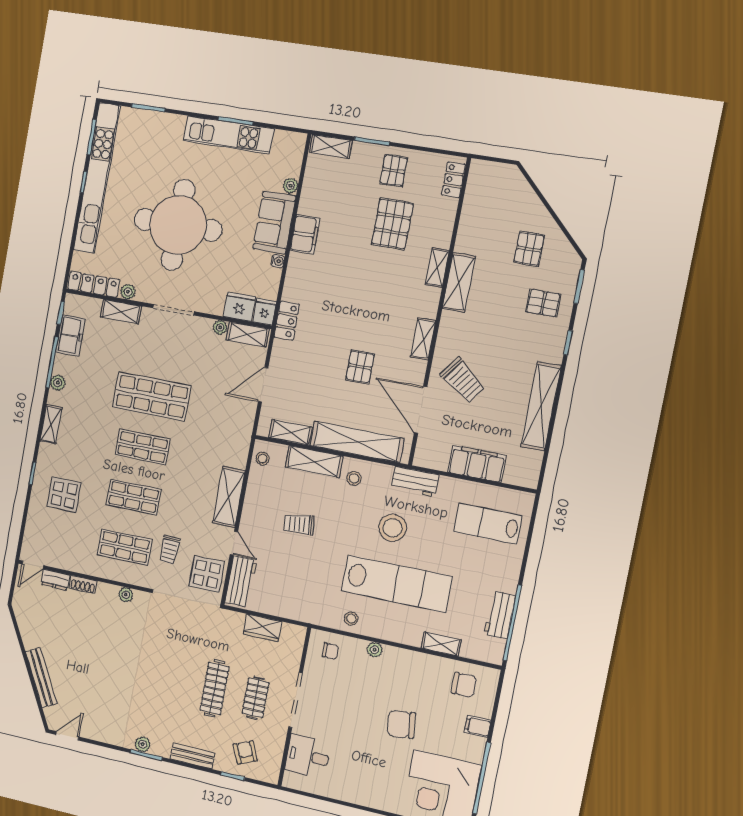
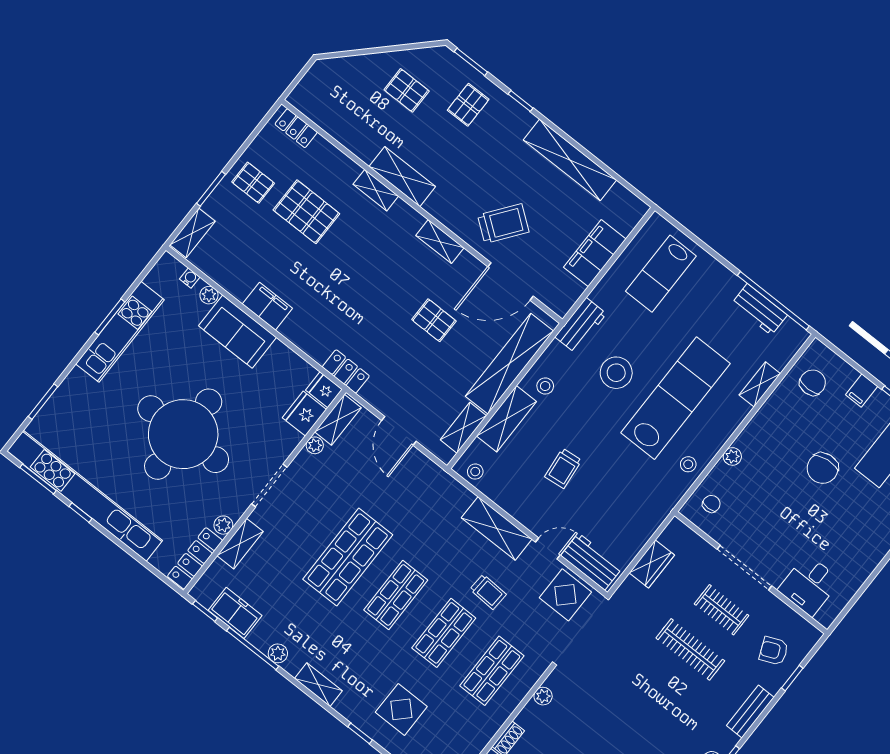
water cooler: (278, 261) -> (190, 278), moved
trolley: (170, 550) -> (488, 592), moved

